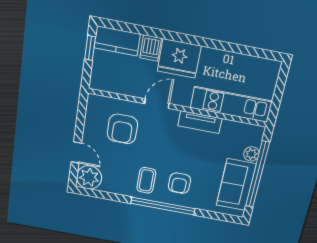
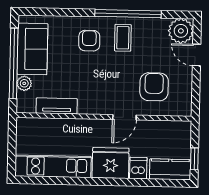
kitchen unit: (231, 104) -> (53, 166), moved, turned 180
tv unit: (200, 122) -> (57, 106), moved
window: (163, 206) -> (128, 14), moved

